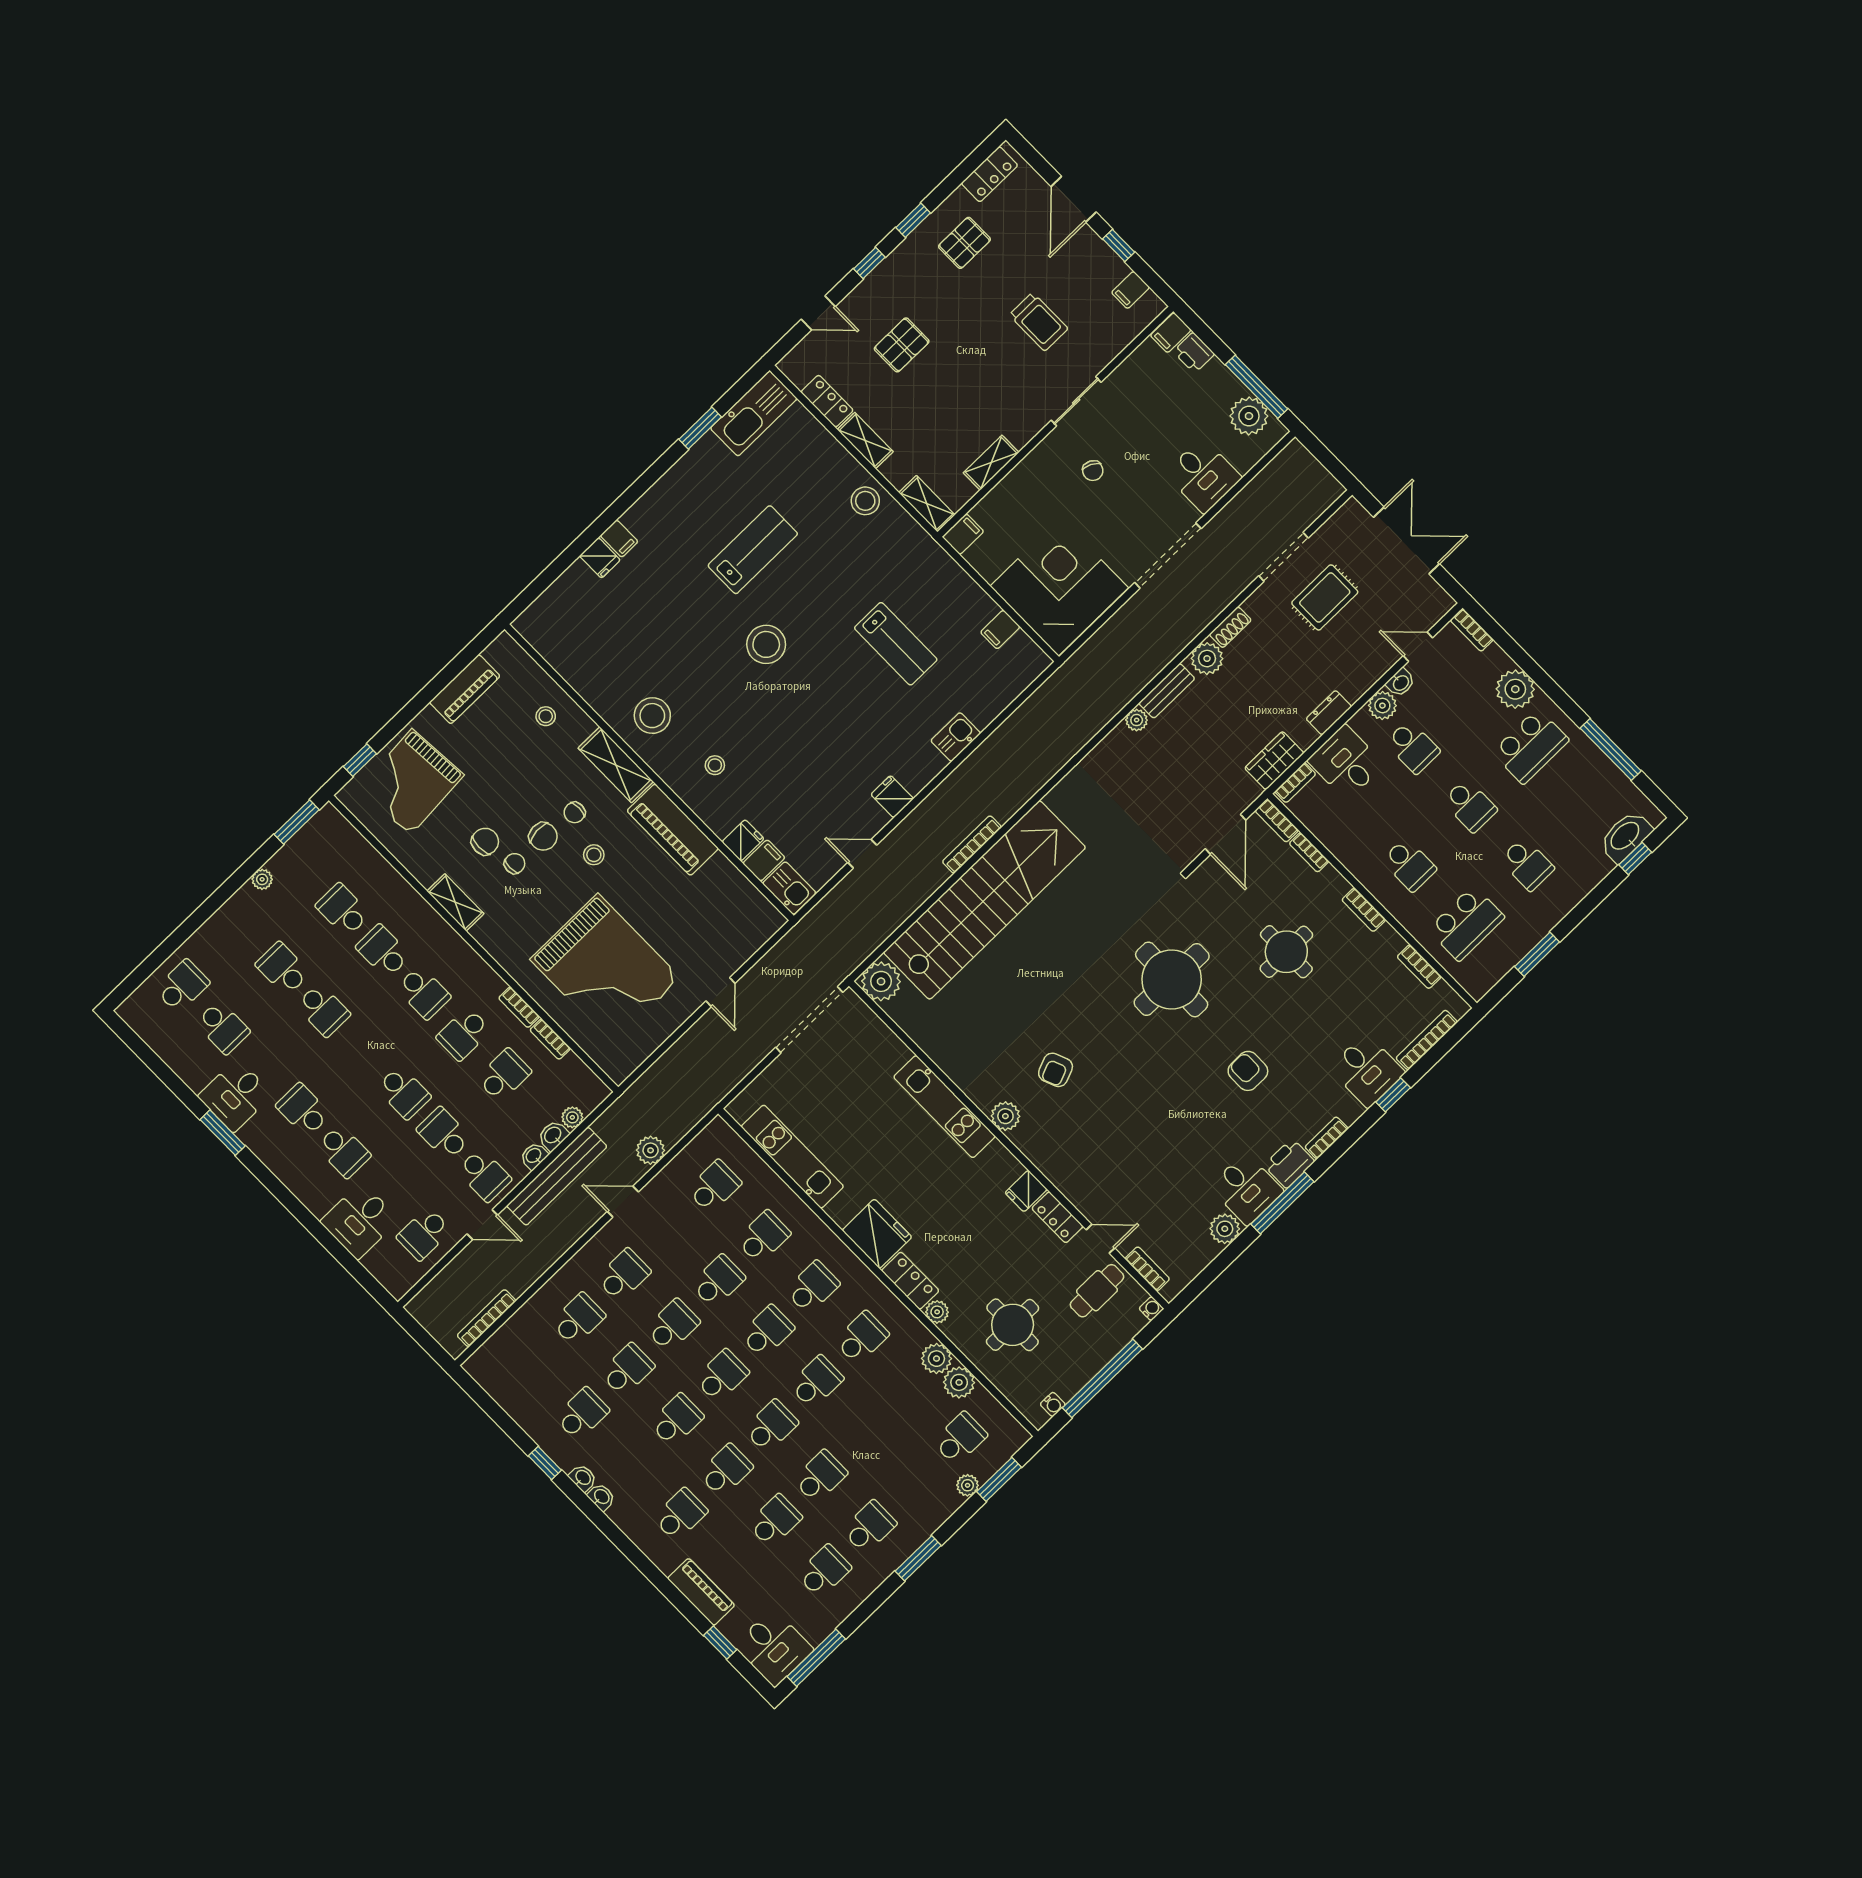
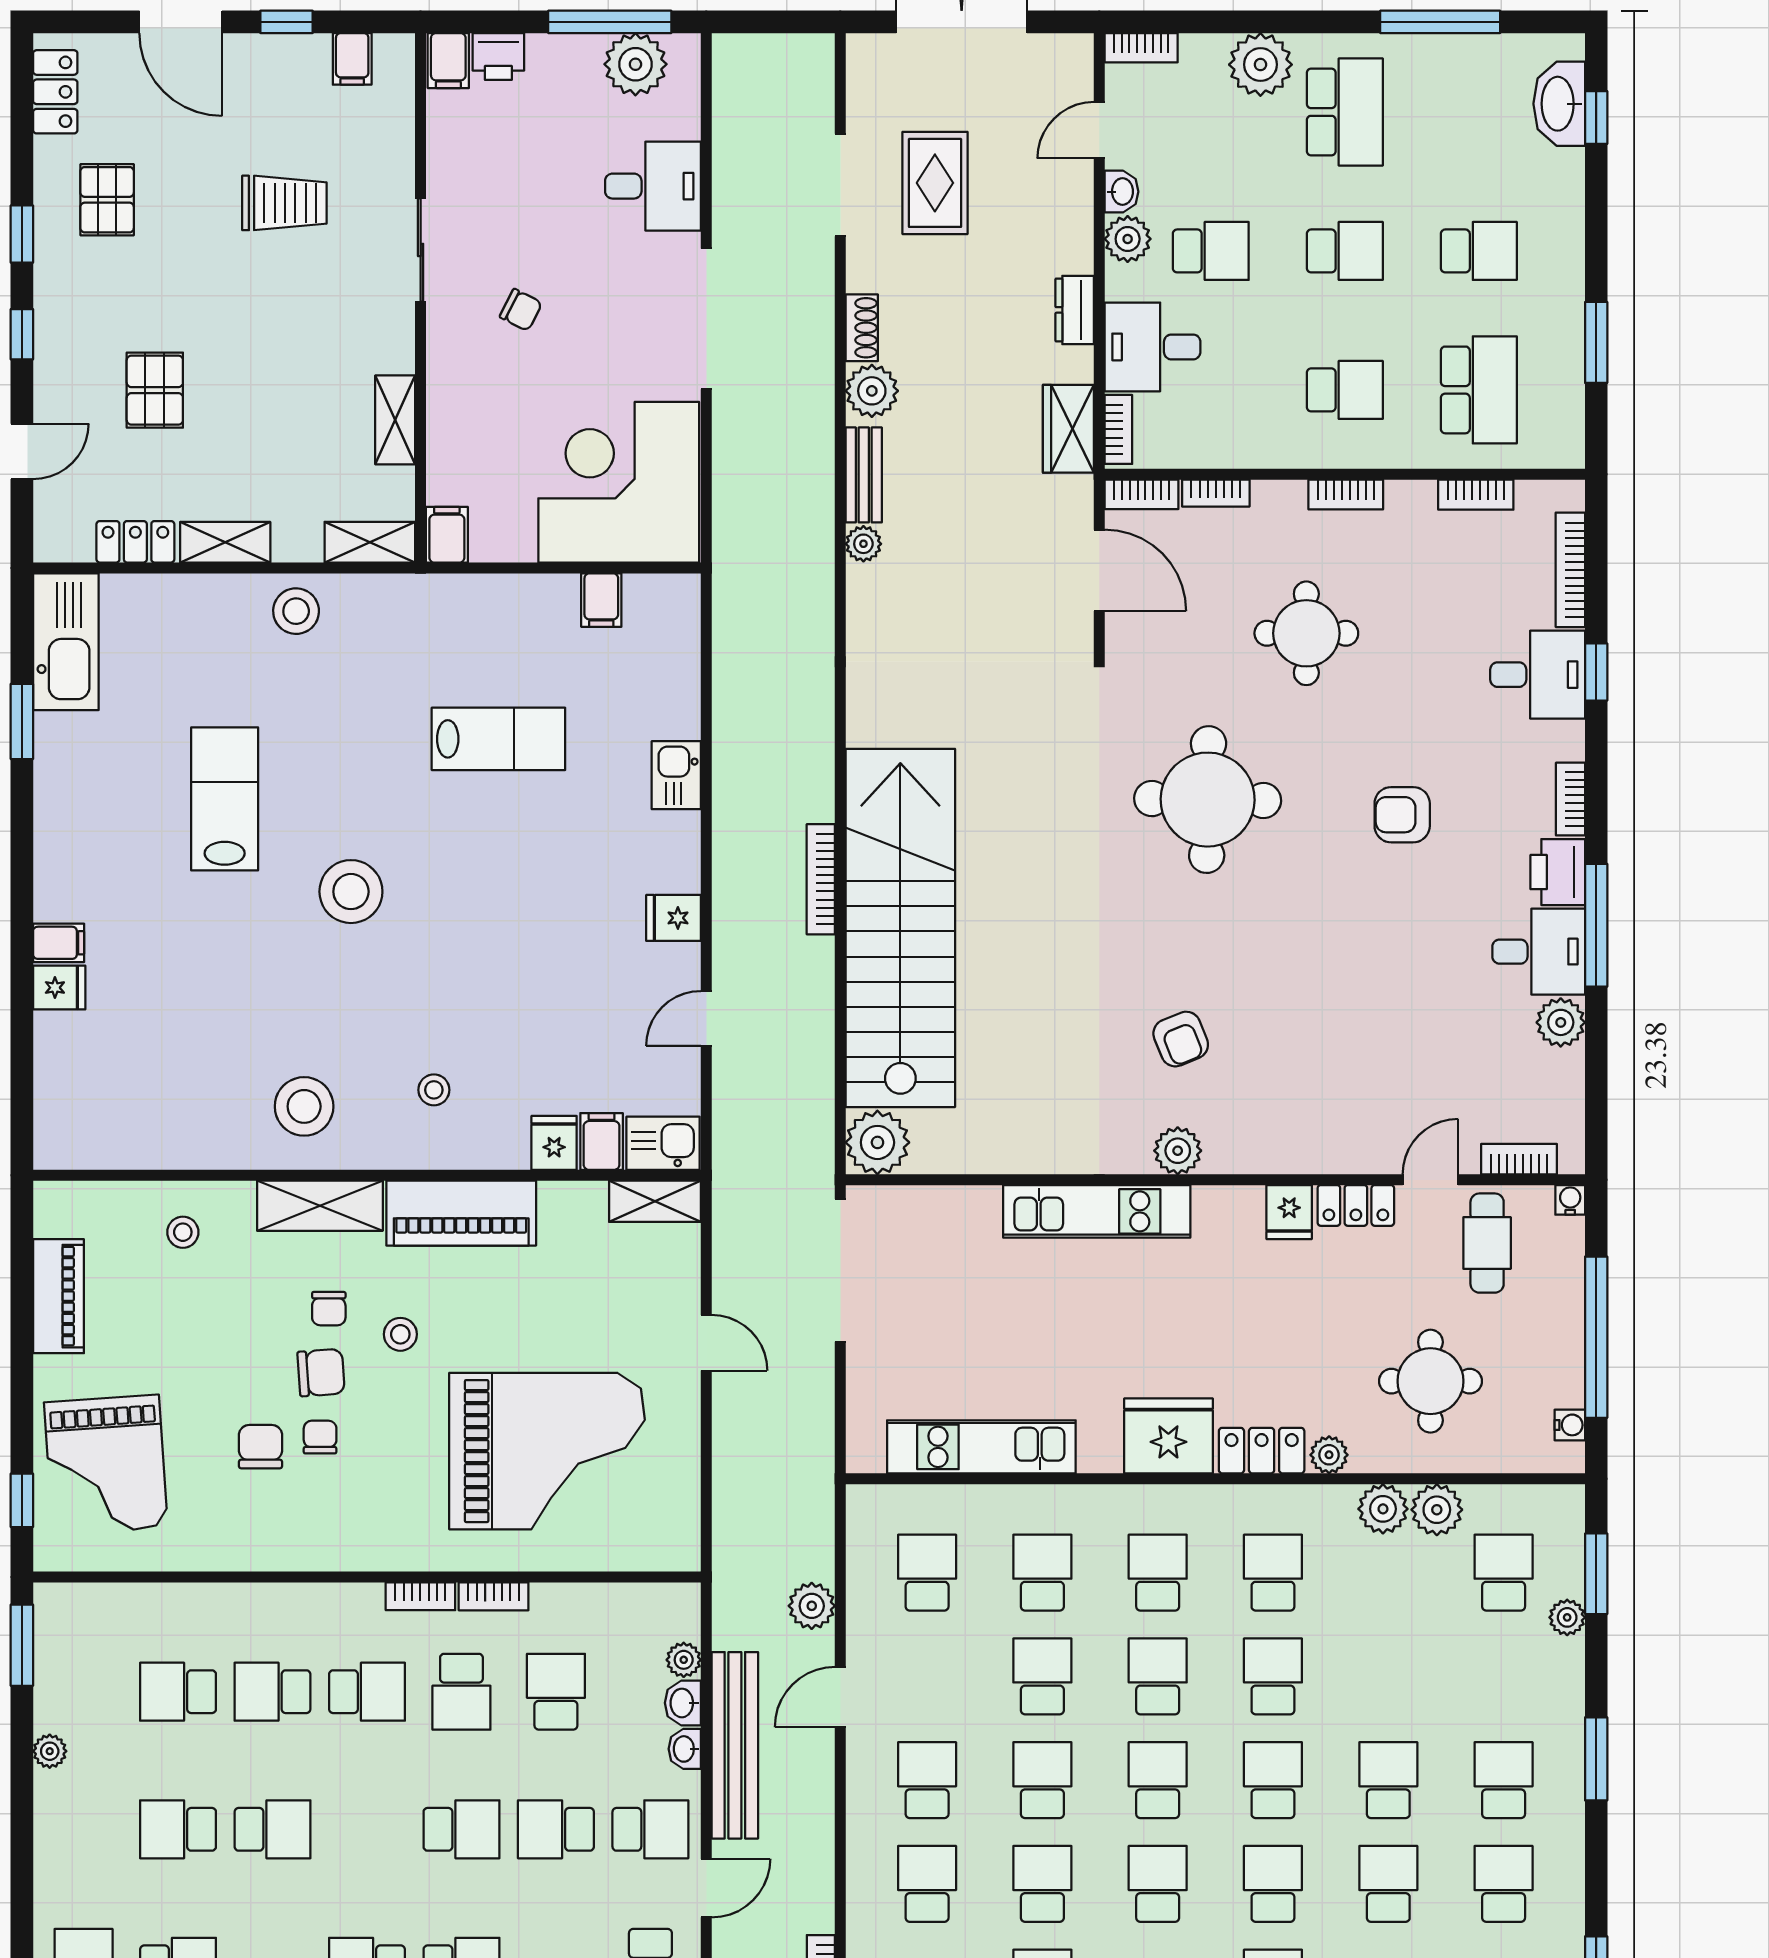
shelving: (455, 902) -> (655, 1201), moved
bookcase: (550, 1039) -> (420, 1596), moved

